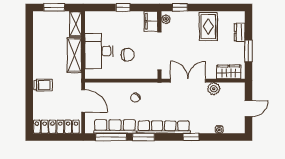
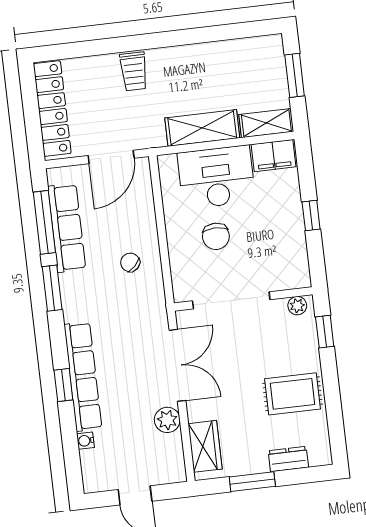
filing cabinet: (151, 21) -> (274, 156), moved, turned 180
row of seats: (164, 127) -> (83, 376), moved

